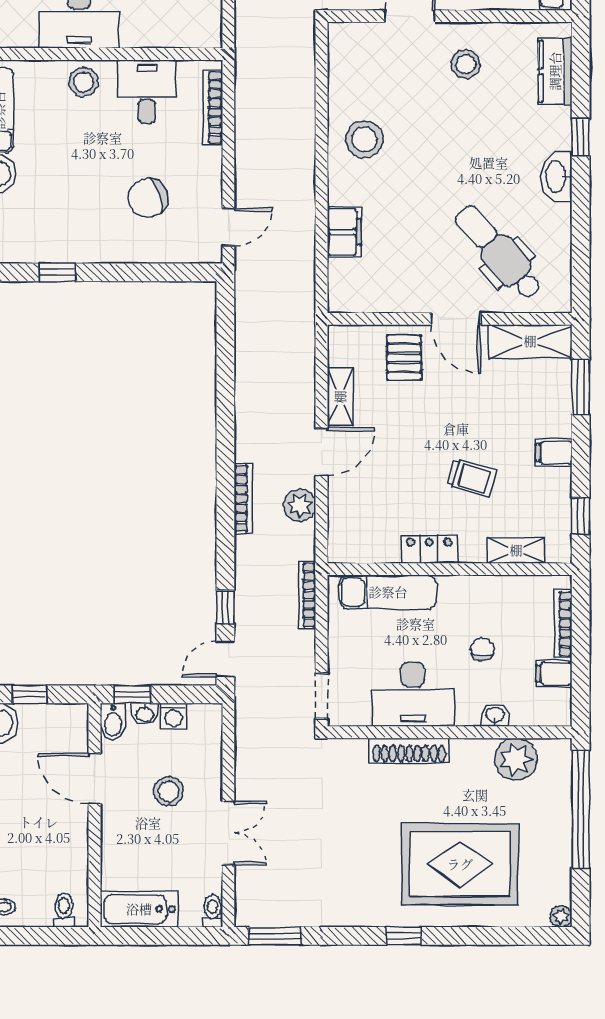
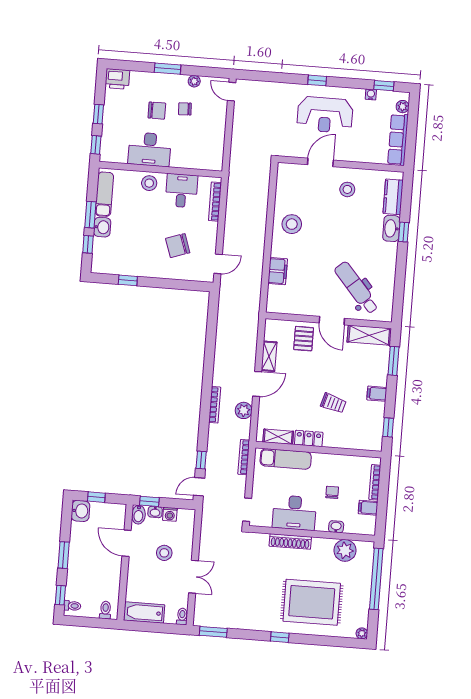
washbasin: (556, 177) -> (391, 228), moved
shelving: (516, 550) -> (278, 437), moved

